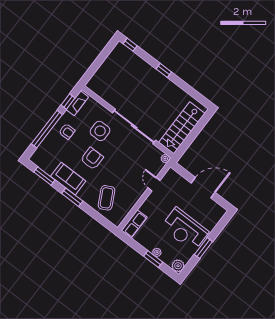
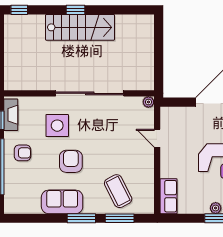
stairs: (182, 128) -> (80, 27), moved, turned -90
window: (44, 176) -> (120, 218), moved

